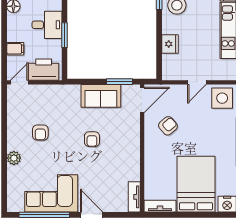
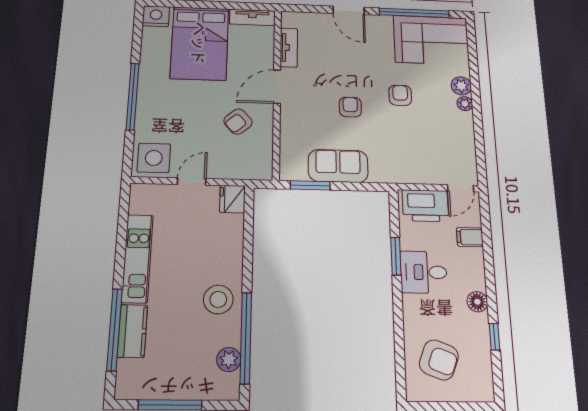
fridge: (170, 44) -> (232, 199), moved
door: (142, 100) -> (277, 87), moved
armchair: (40, 133) -> (400, 95), moved
plant: (12, 145) -> (465, 104), added
corner sofa: (51, 193) -> (431, 40), moved
tv unit: (134, 197) -> (289, 48), moved

